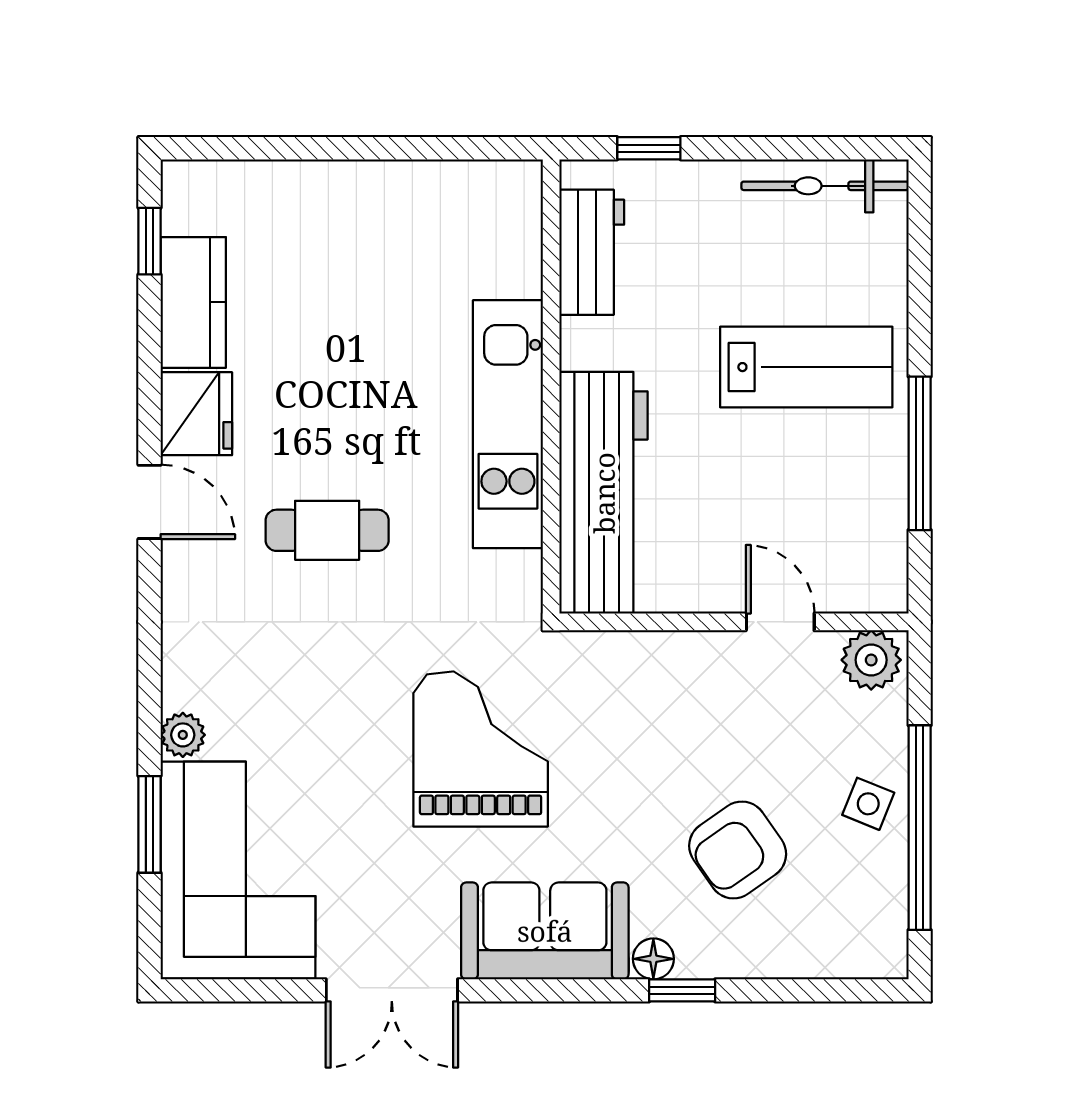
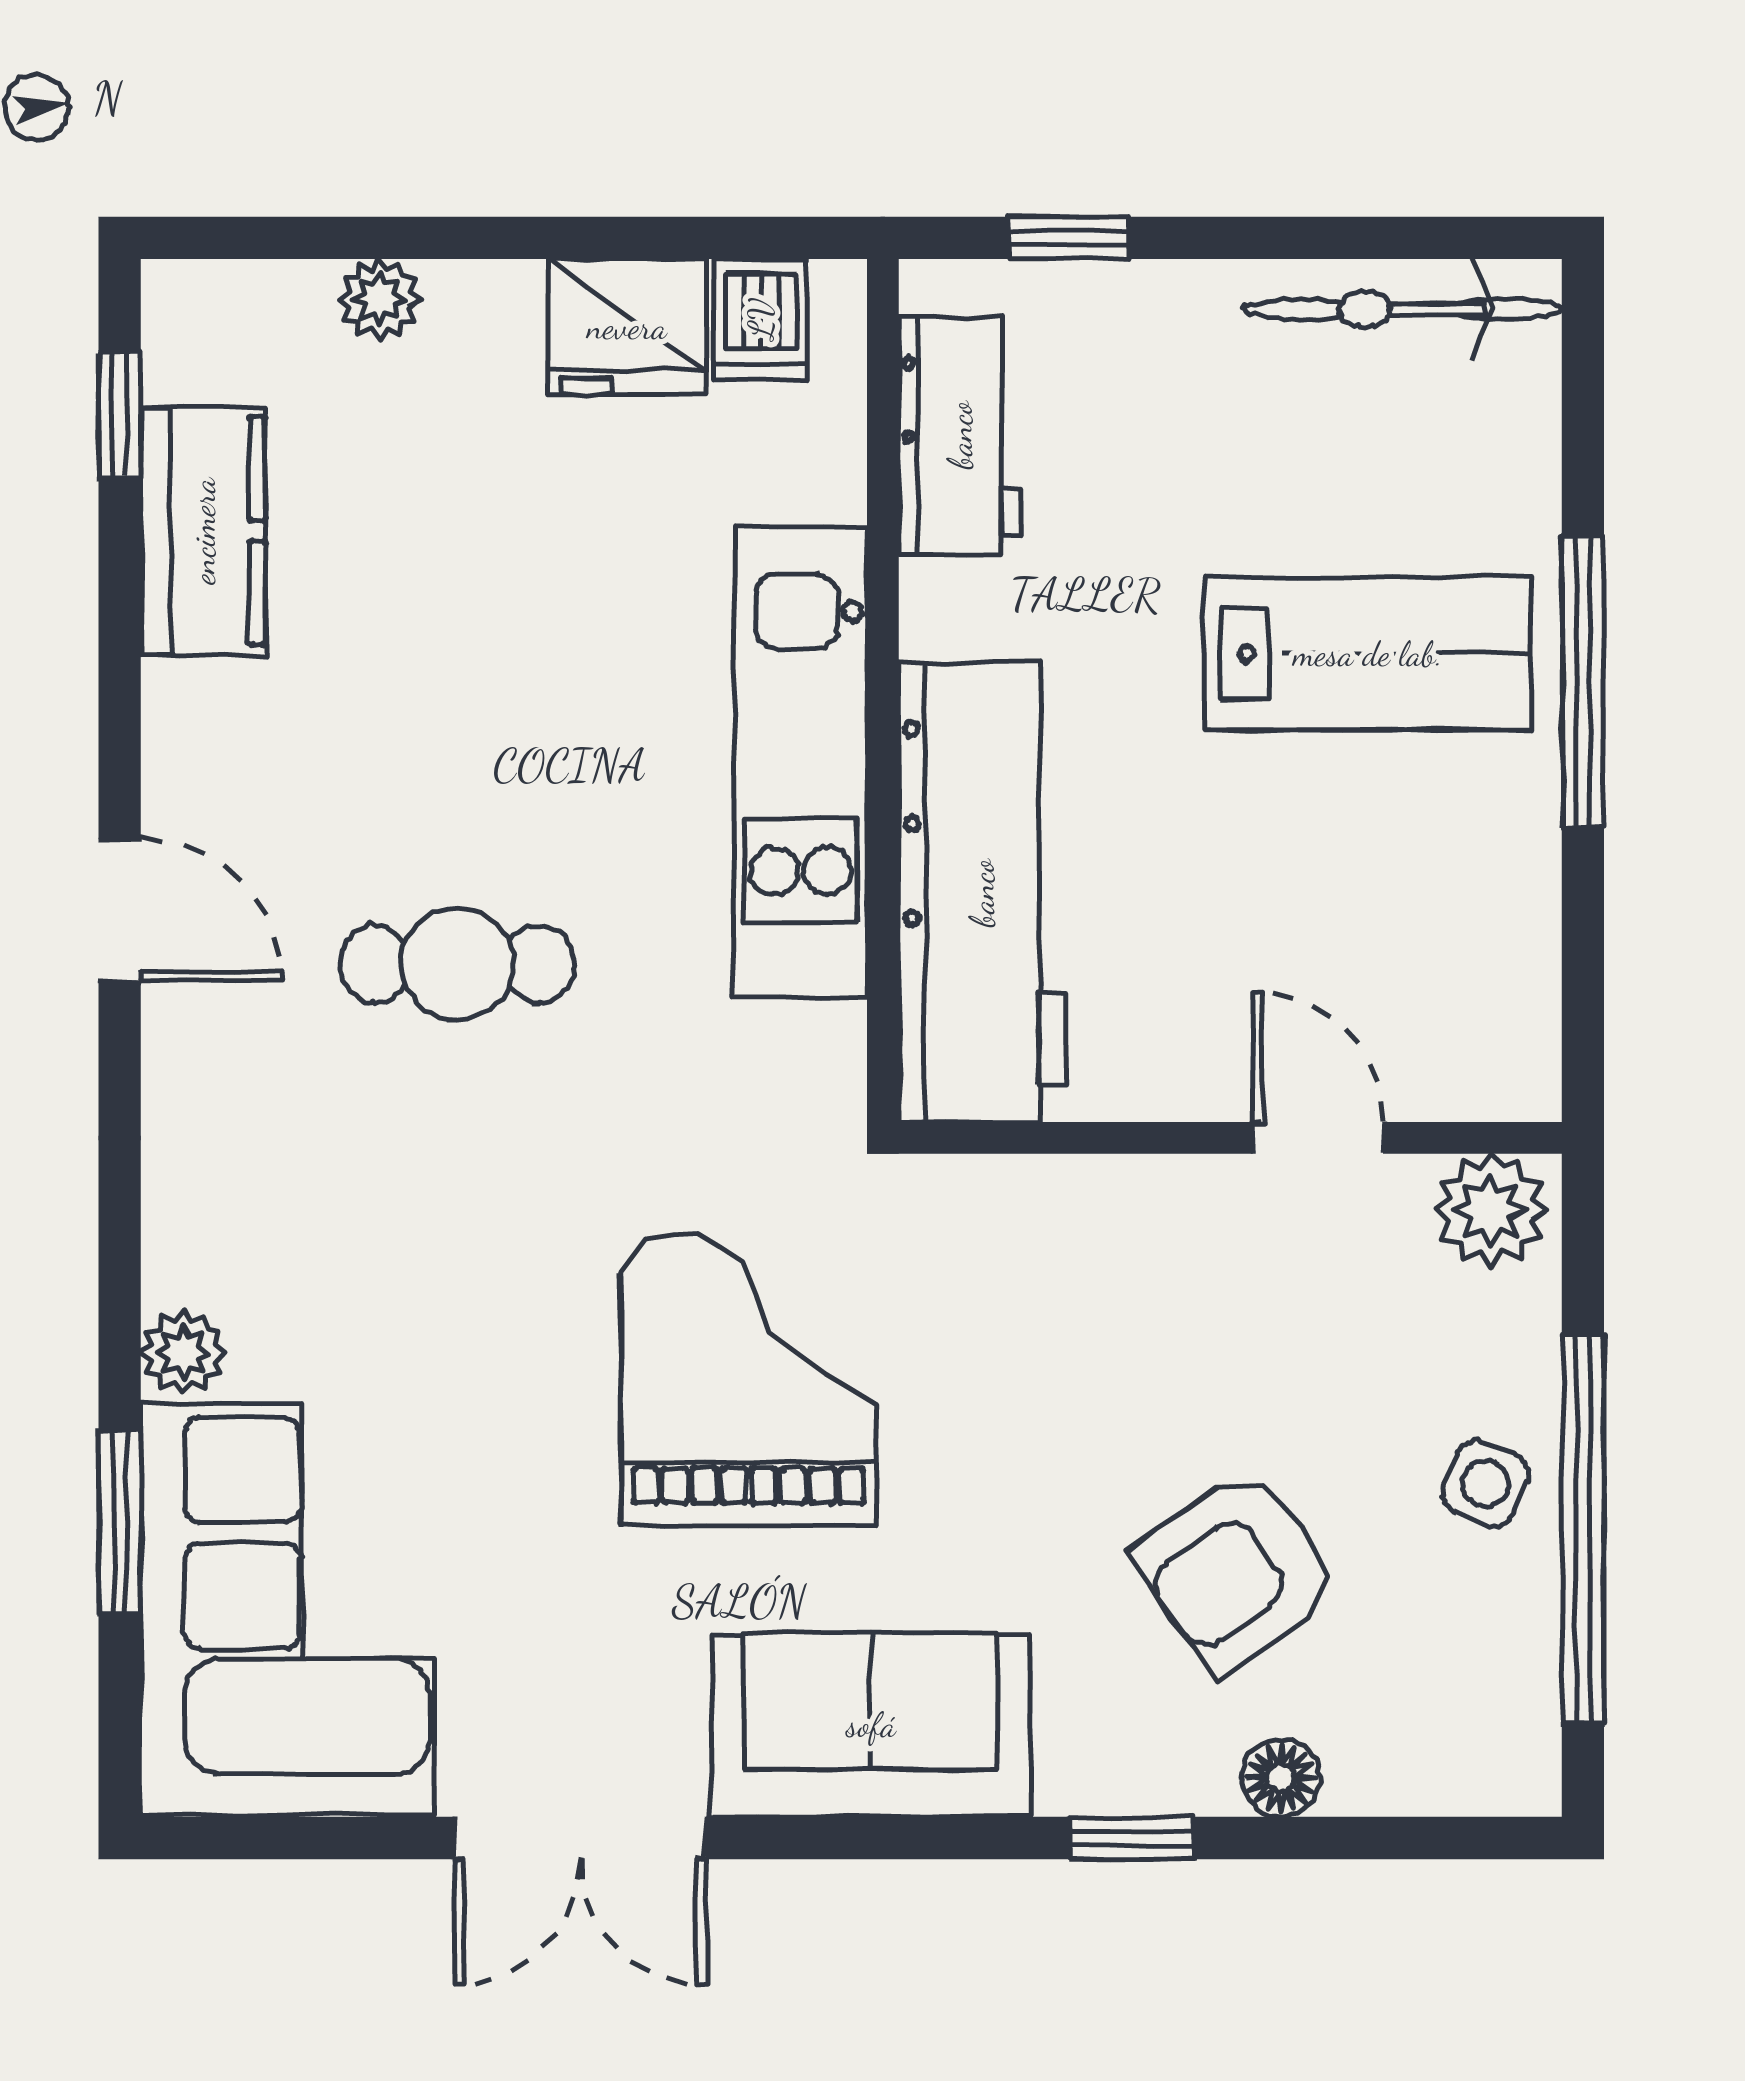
plant: (286, 181) -> (379, 299), added
dishwasher: (487, 191) -> (761, 319), added
fridge: (196, 414) -> (627, 327), moved, turned 90
window: (920, 453) -> (1583, 682), moved
floor lamp: (653, 959) -> (1281, 1778), moved

